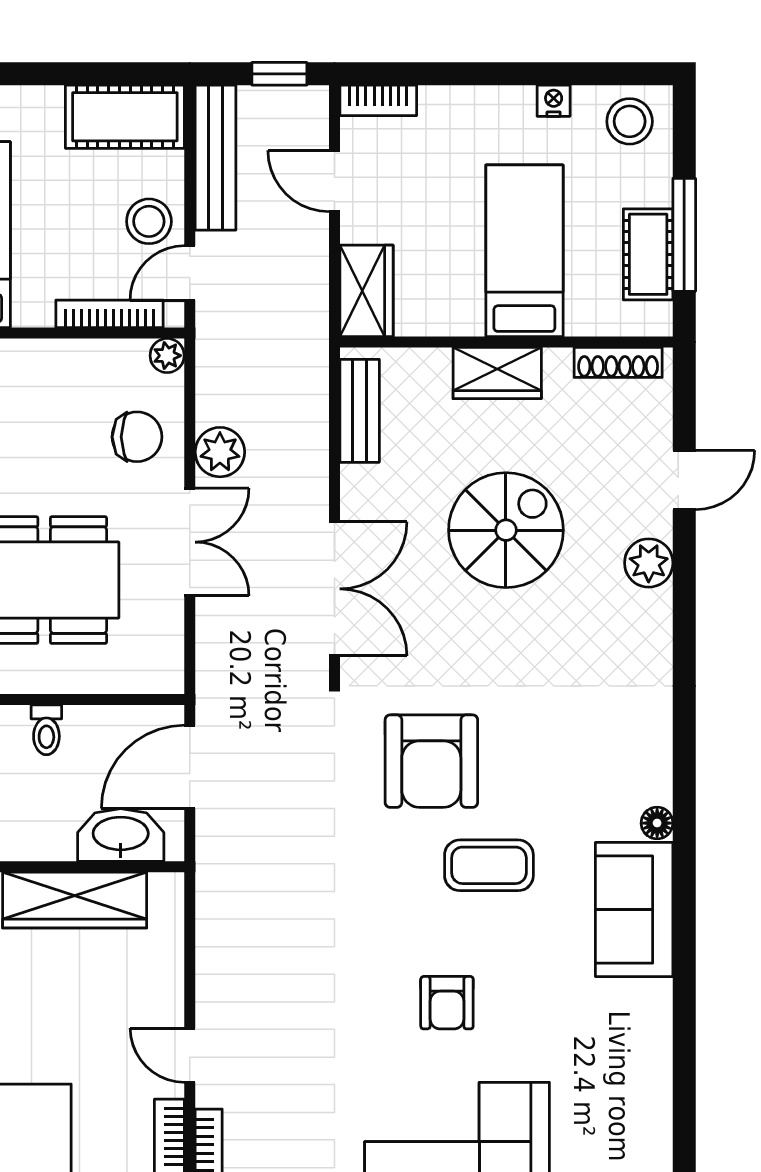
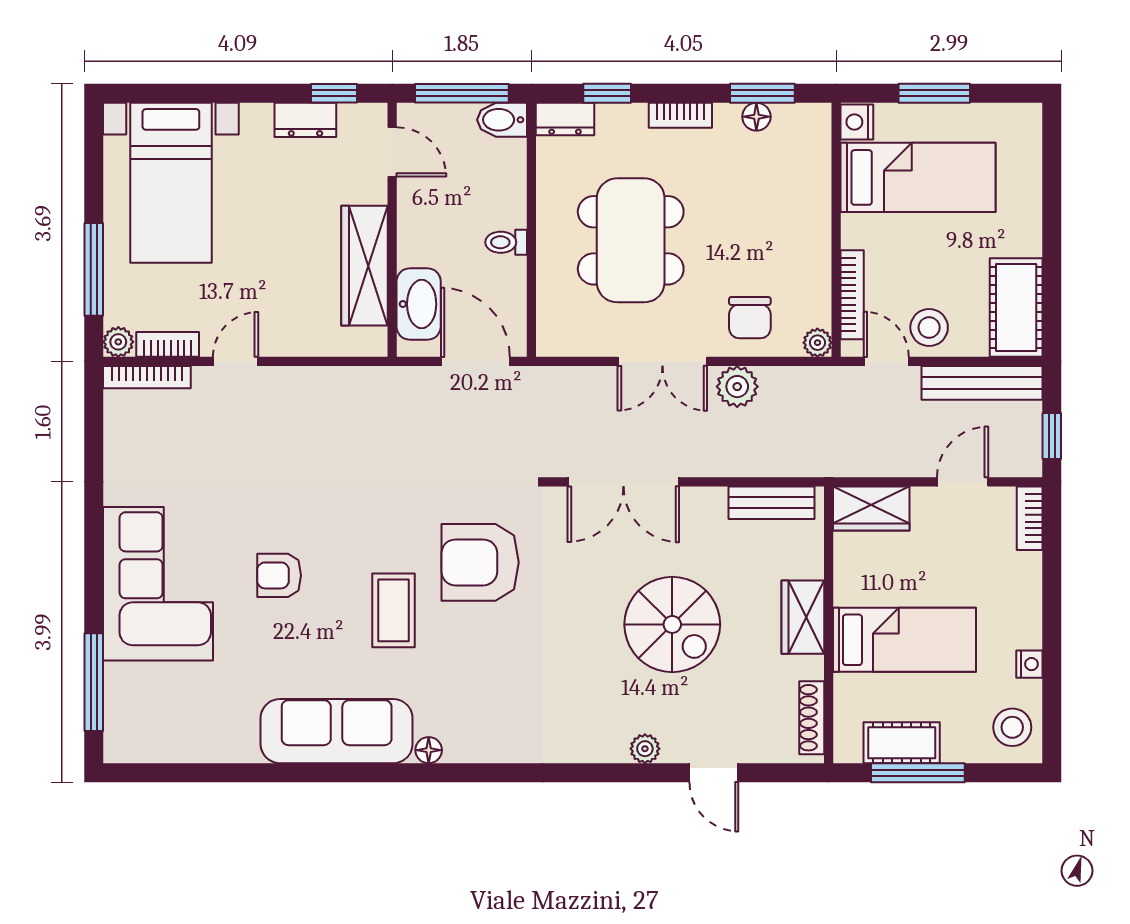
plant: (649, 563) -> (645, 749), width x0.73, depth x0.73
sofa: (634, 910) -> (337, 731), width x1.36

